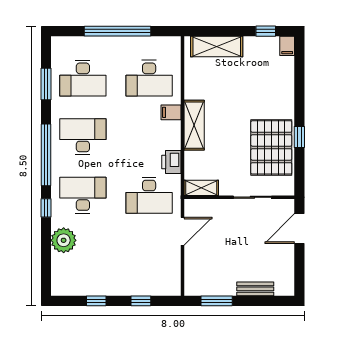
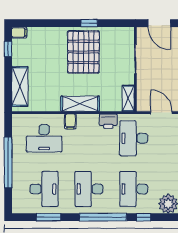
desk: (149, 78) -> (44, 138), turned 90
pallet: (271, 147) -> (83, 52), moved, turned 90
desk: (149, 195) -> (134, 138), turned 180

